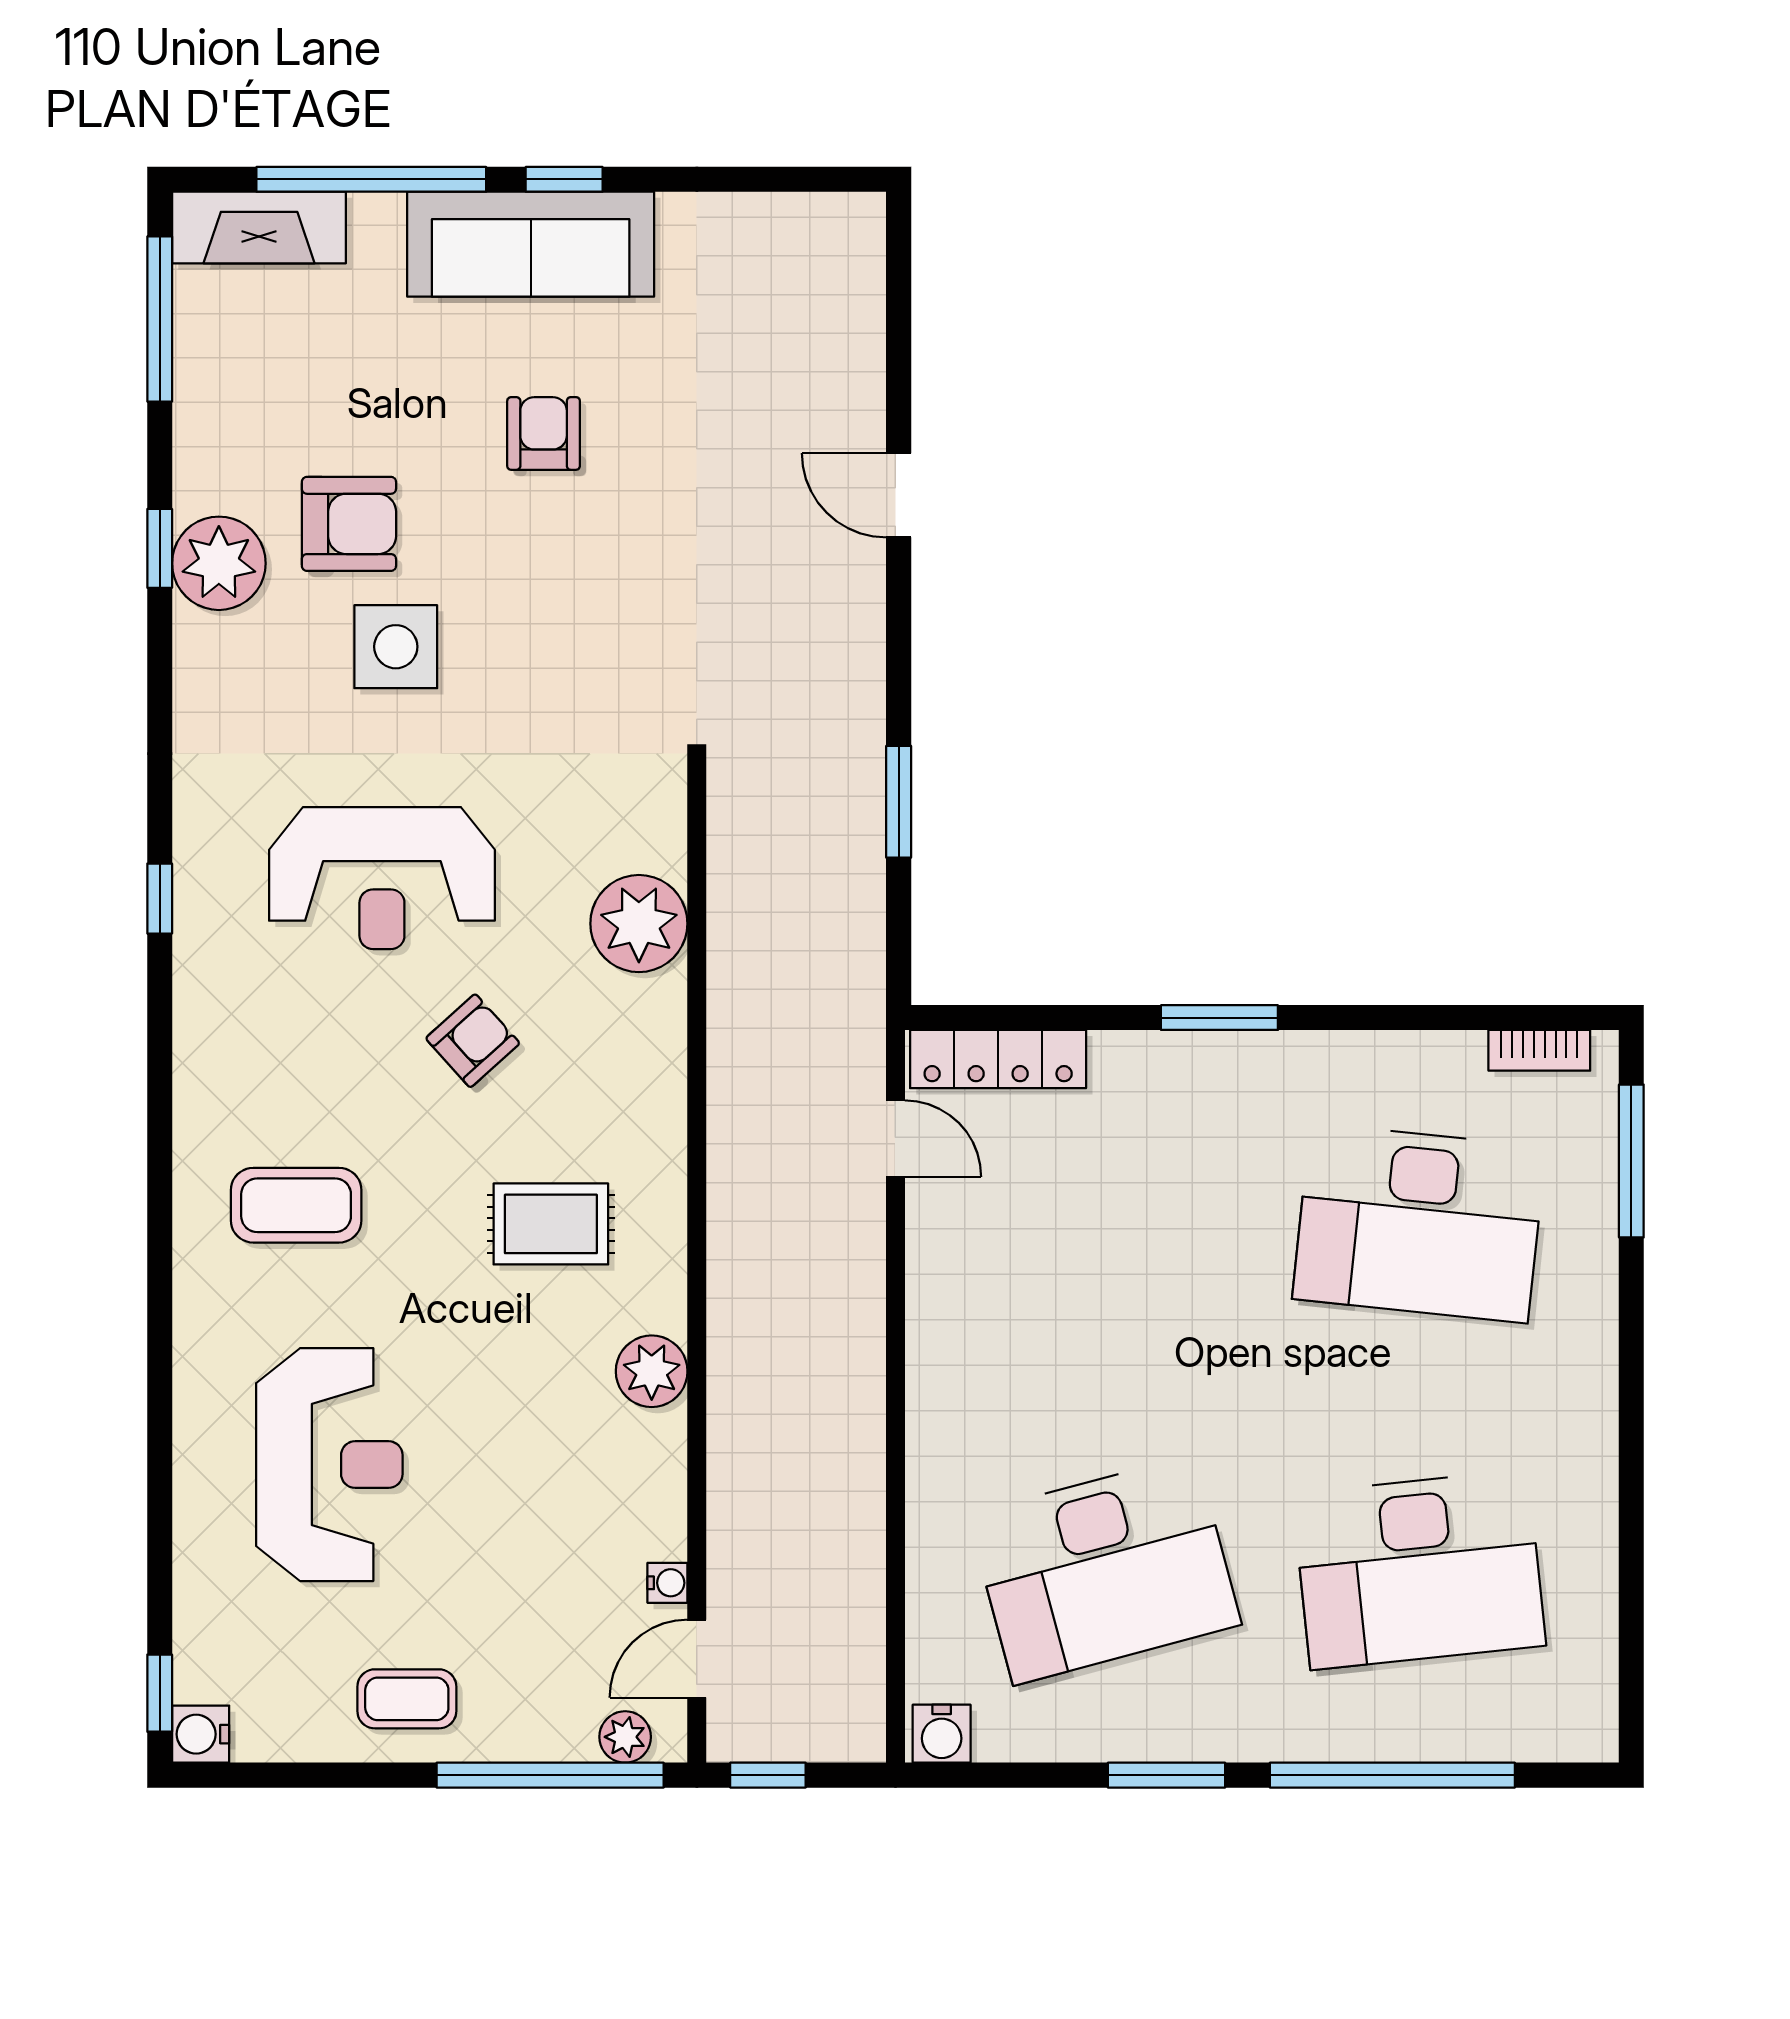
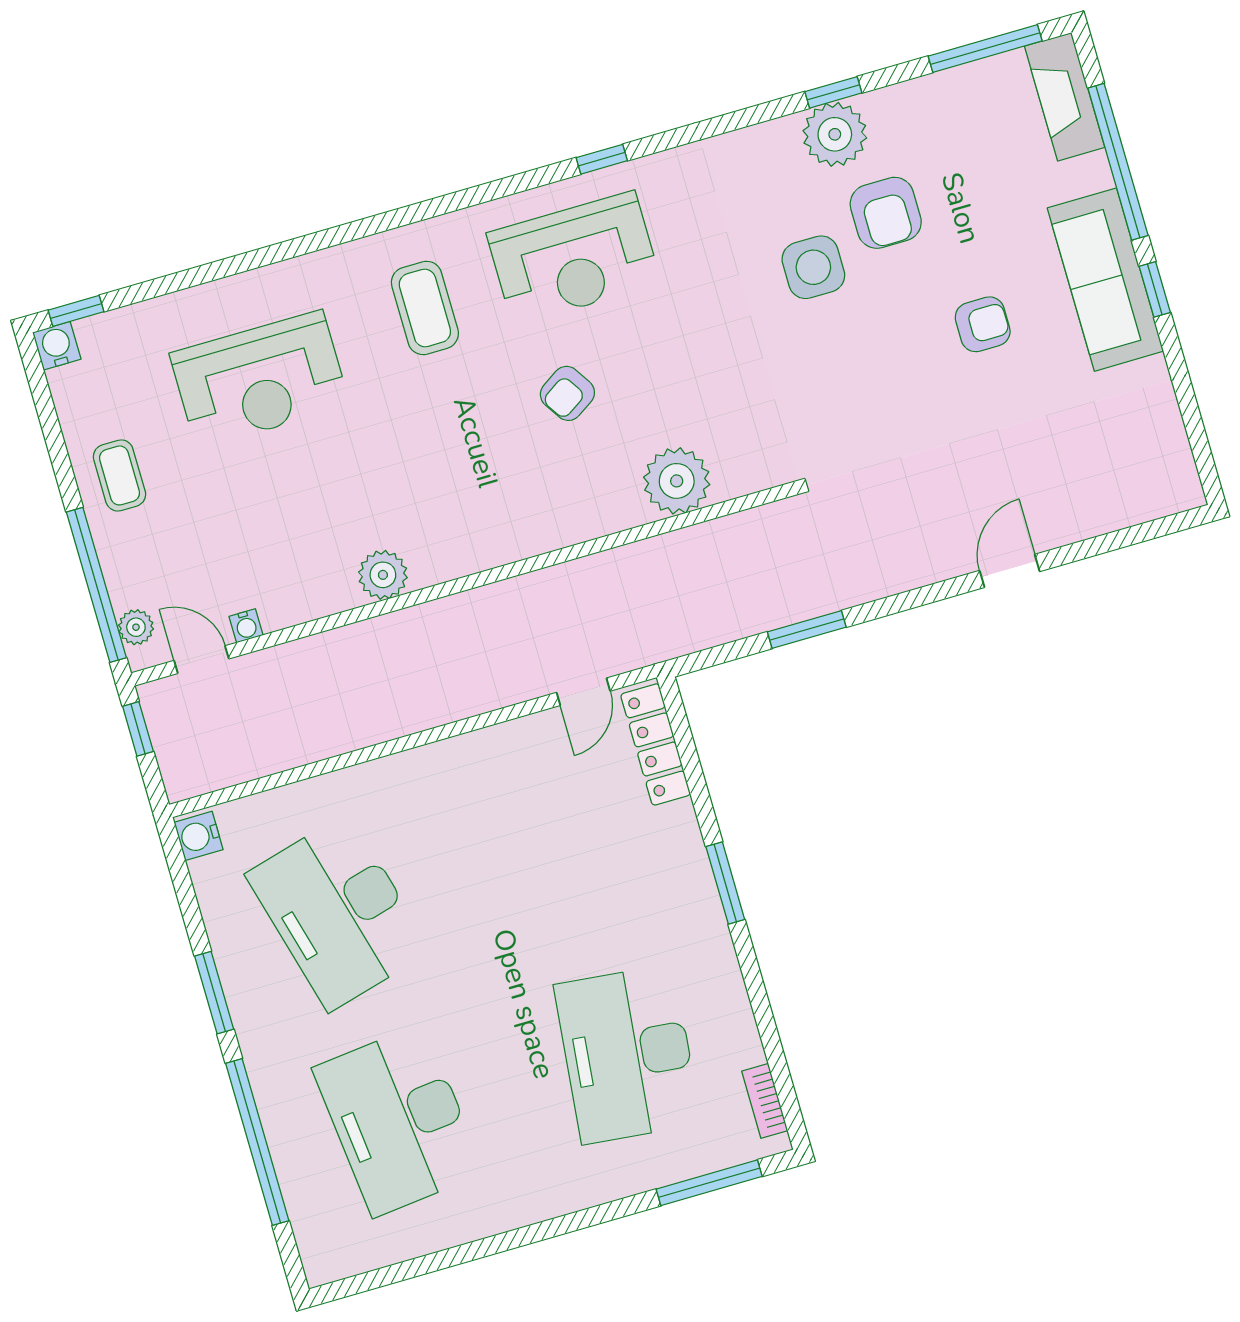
reception desk: (382, 878) -> (574, 258), moved, turned -90
armchair: (473, 1041) -> (567, 393), turned 99
rug: (551, 1224) -> (461, 480), removed

